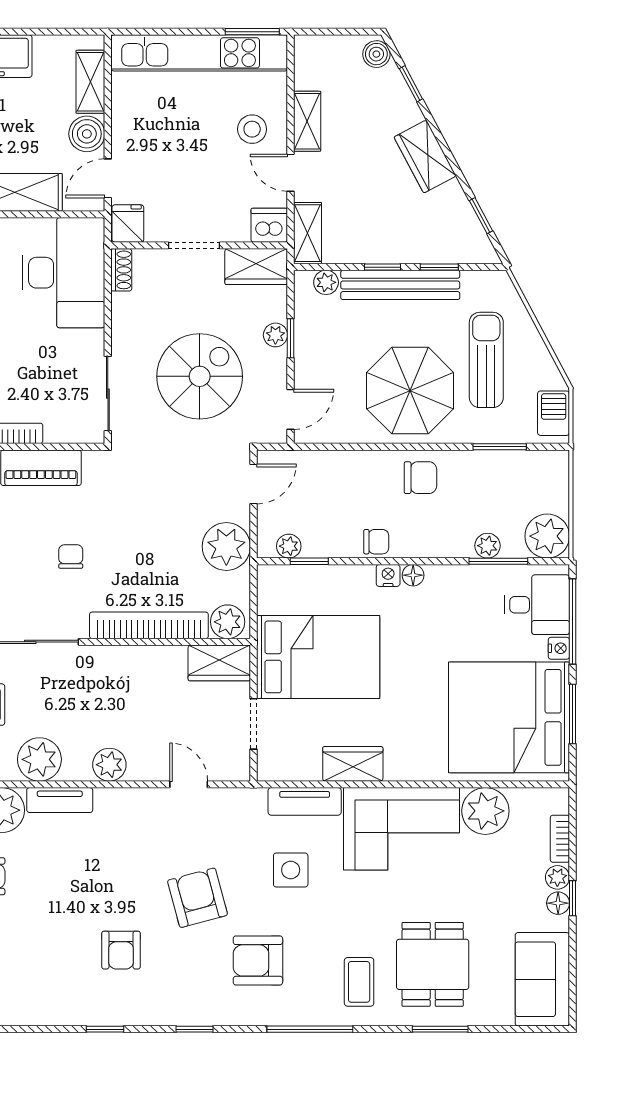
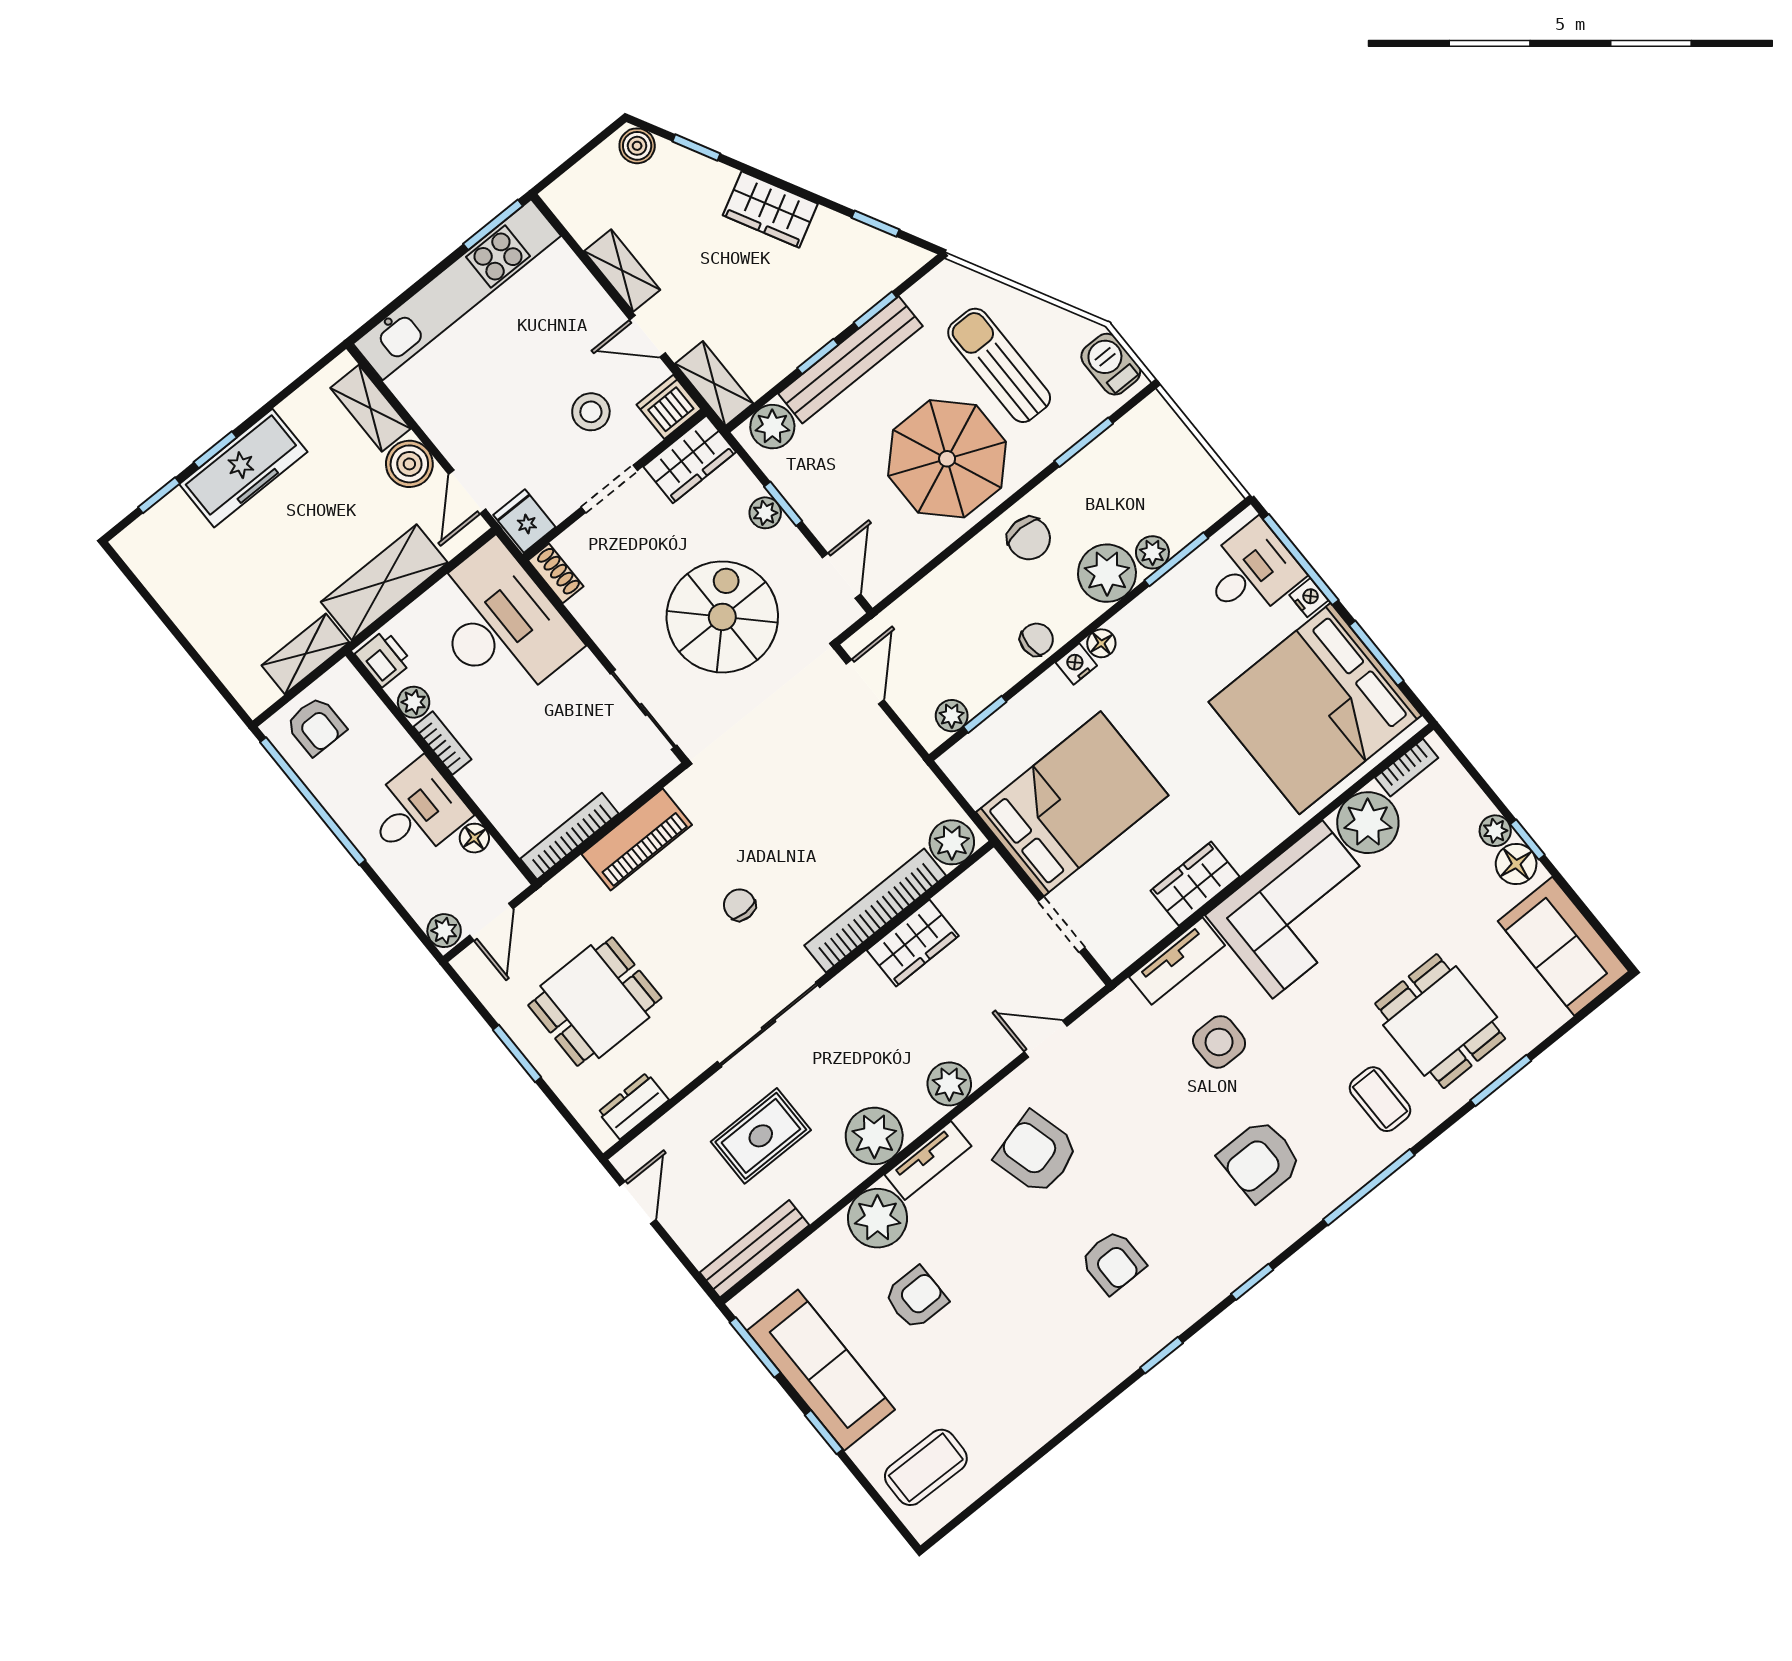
stool: (252, 129) -> (591, 412), moved
plant: (326, 282) -> (772, 427), width x1.38, depth x1.38
chair: (420, 478) -> (1029, 538), turned 90
plant: (547, 536) -> (1107, 573), moved
plant: (226, 546) -> (889, 767), removed
wardrobe: (219, 663) -> (913, 943), moved
bookcase: (560, 839) -> (1407, 768), moved, turned -90
armchair: (197, 898) -> (1037, 1153), moved
floor lamp: (558, 903) -> (1516, 864), width x1.37, depth x1.37

